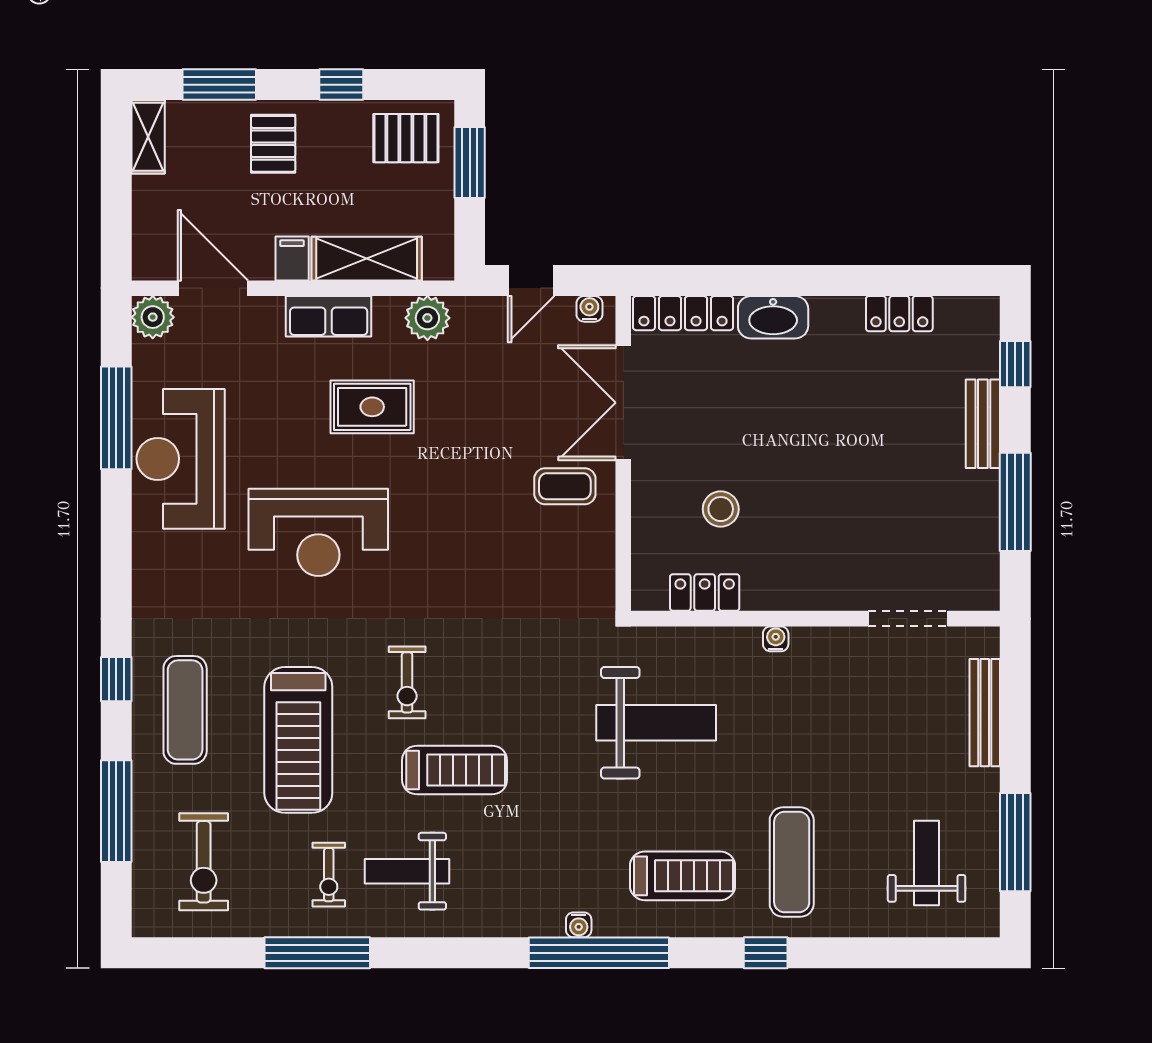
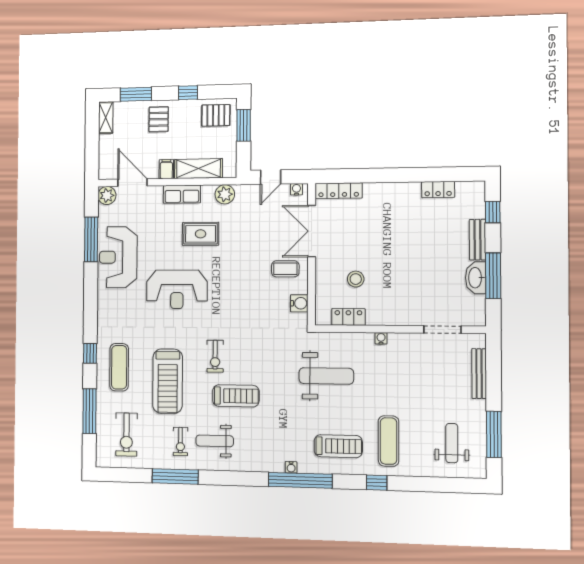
washbasin: (773, 317) -> (476, 278), moved, turned 90
water cooler: (596, 563) -> (299, 303), added

